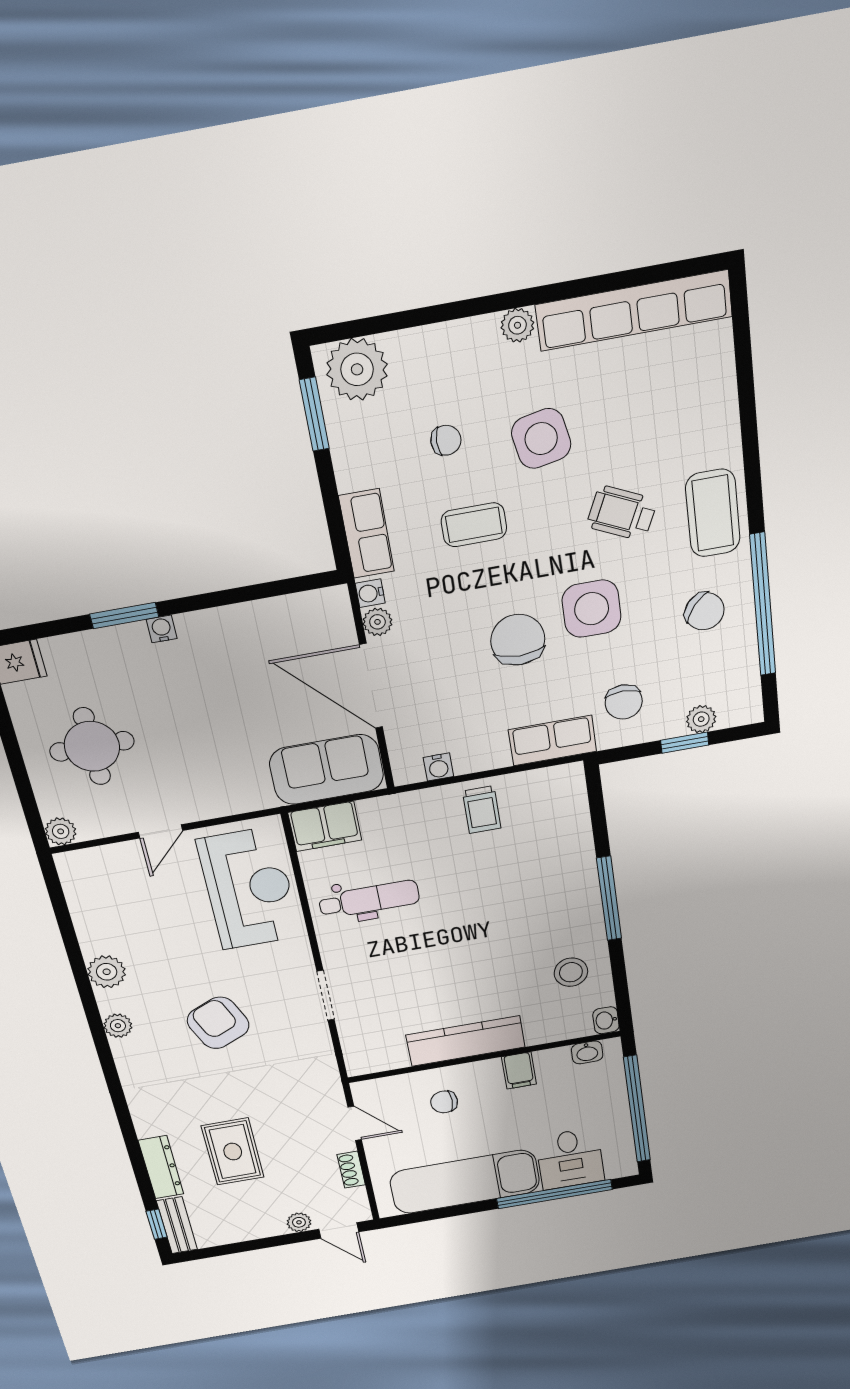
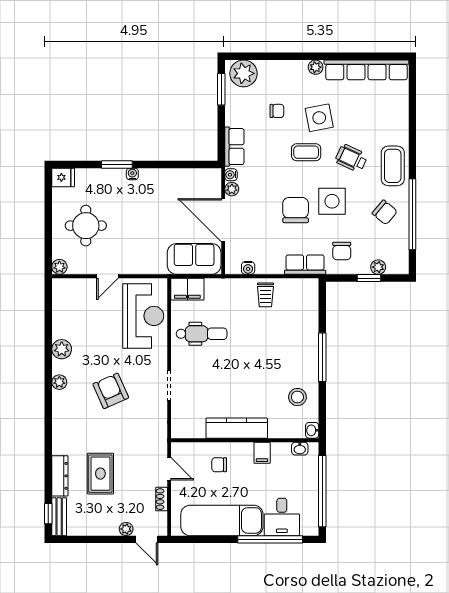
coffee table: (474, 525) -> (306, 152), moved

